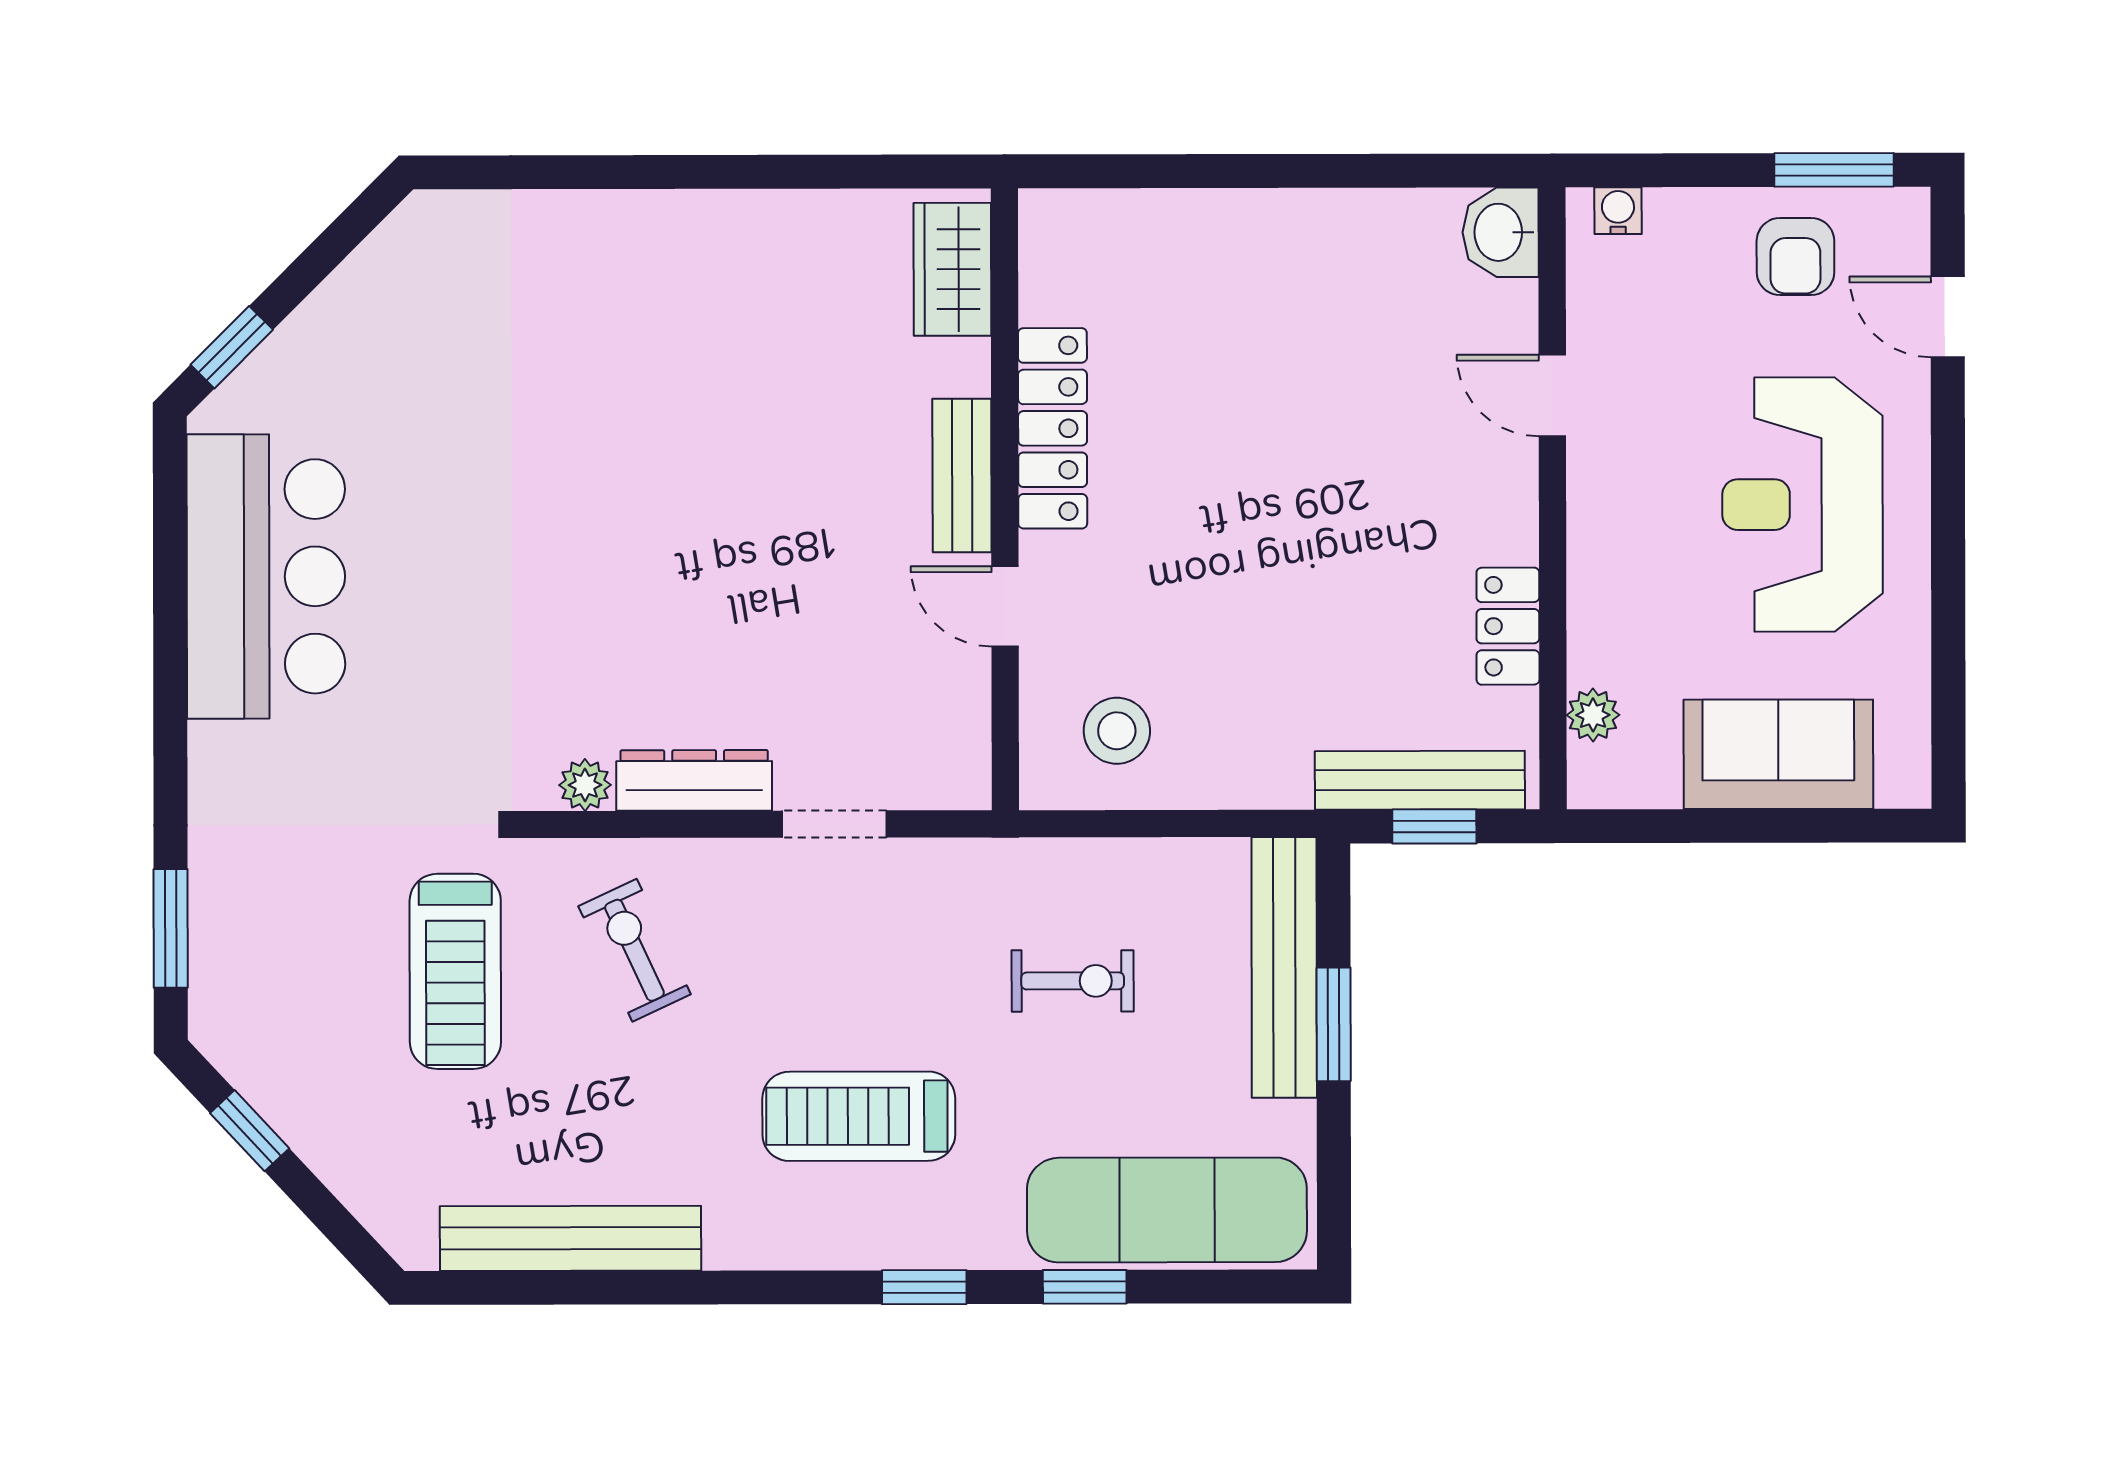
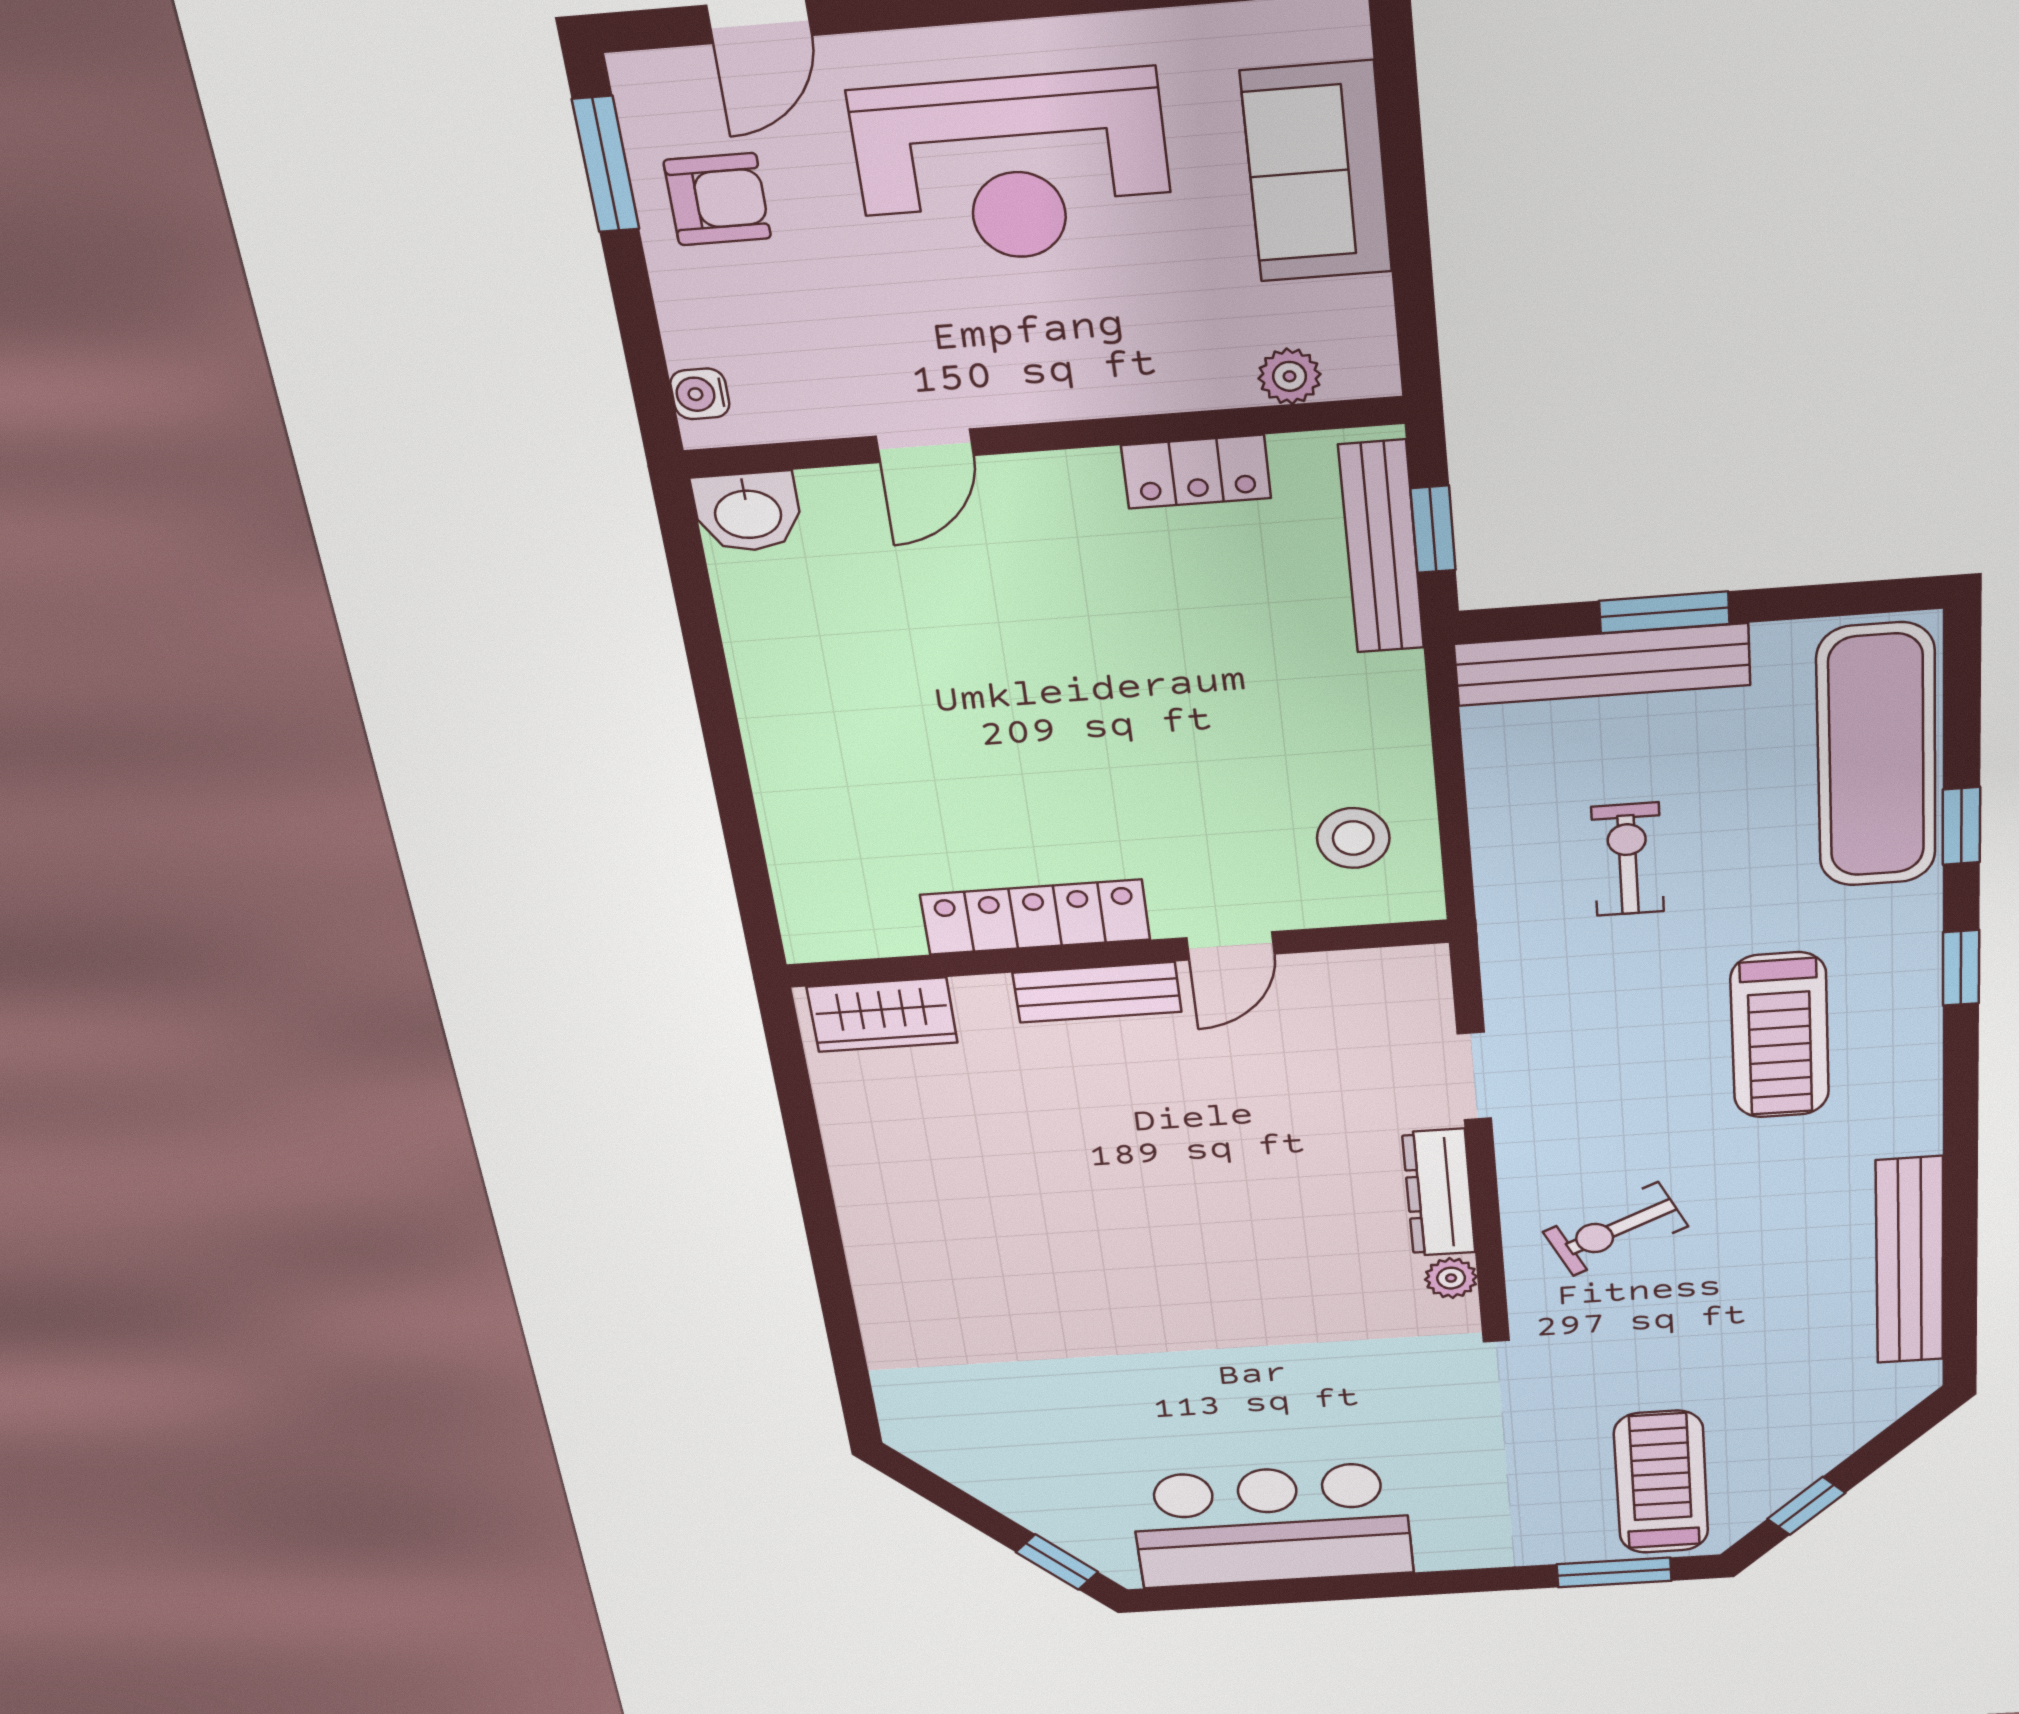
treadmill: (455, 971) -> (1661, 1482), moved, turned -90

